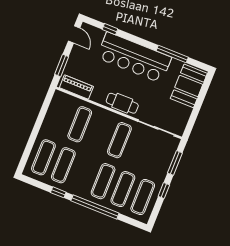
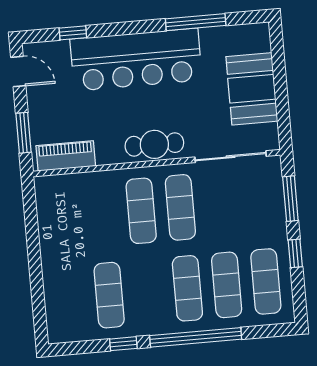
booth: (189, 86) -> (252, 89), moved
exercise mat: (80, 124) -> (141, 211), moved
exercise mat: (43, 157) -> (70, 299), removed

